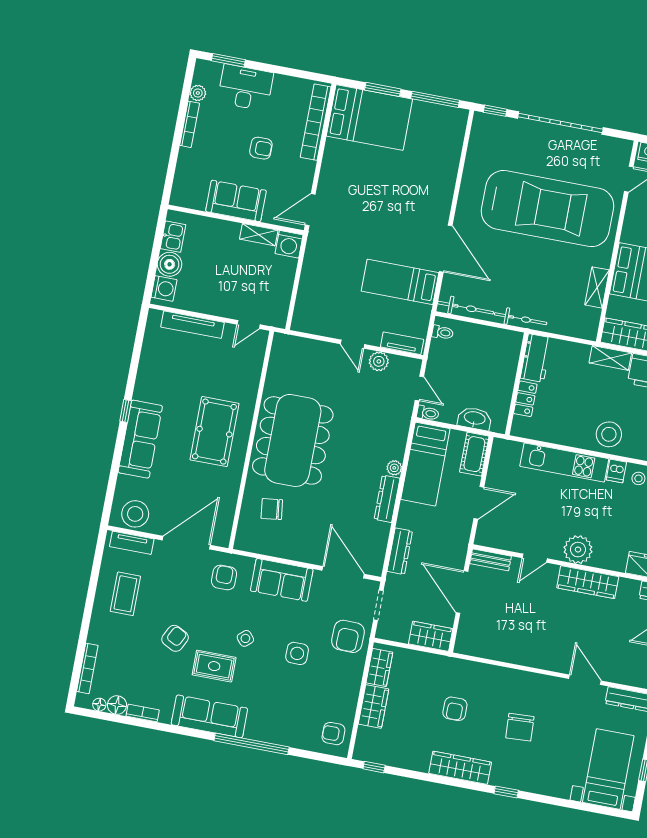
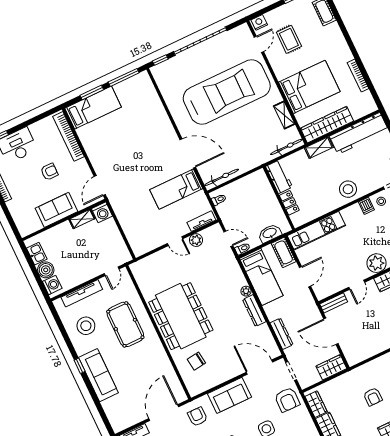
bed: (369, 118) -> (93, 108), width x0.67
bicycle: (521, 319) -> (286, 147), moved
pool table: (214, 432) -> (125, 324), moved
kitchen unit: (564, 463) -> (316, 231), moved
stool: (135, 514) -> (86, 326), moved

